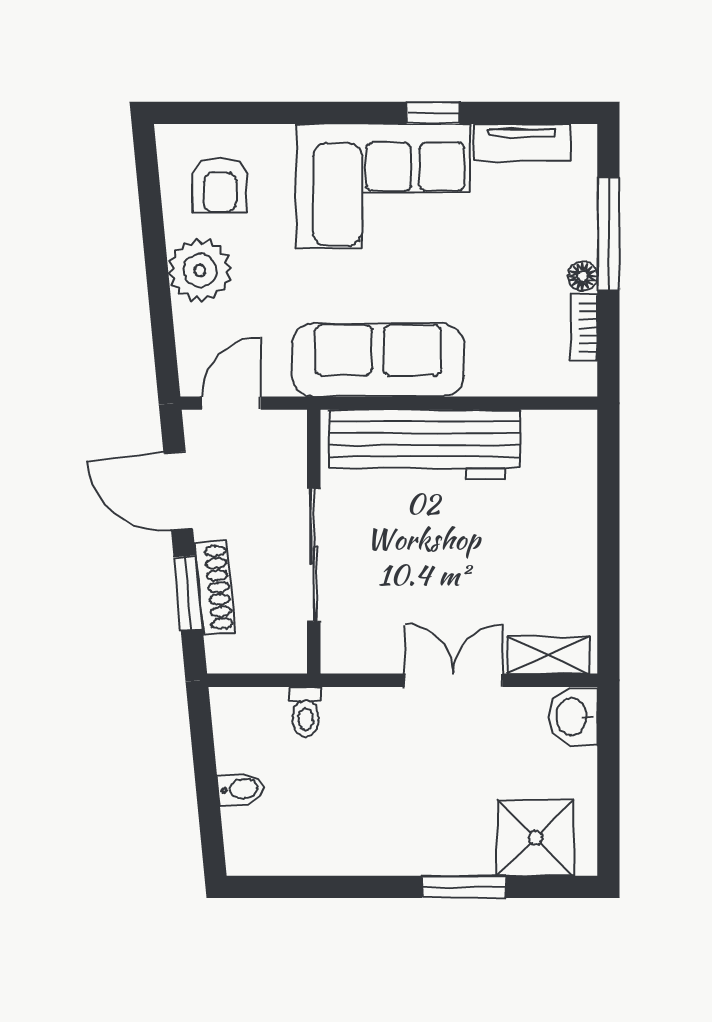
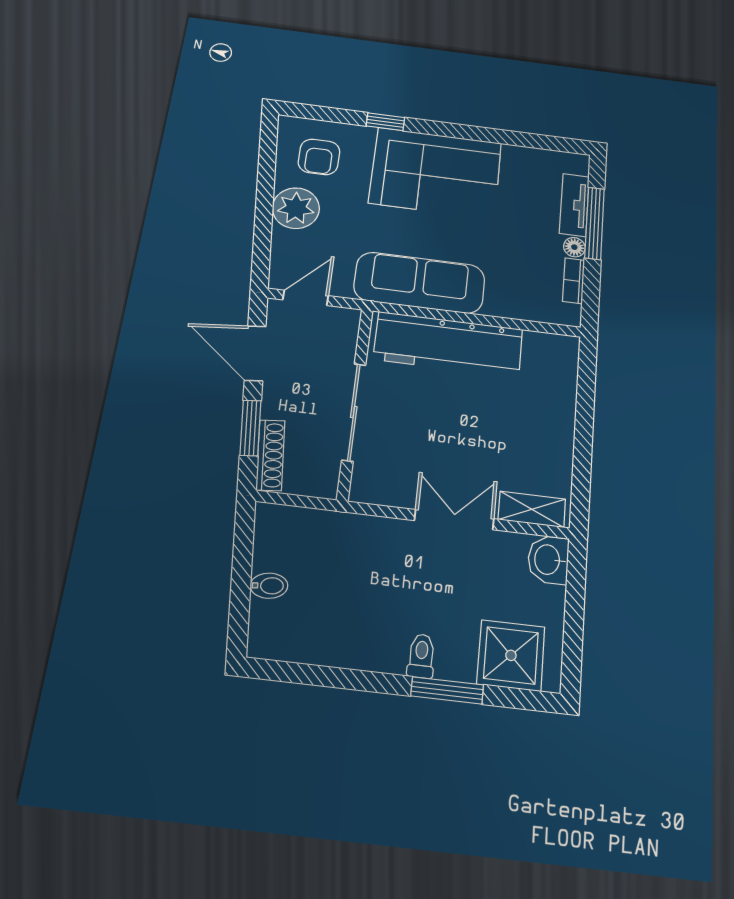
window: (433, 113) -> (385, 122), moved
tv unit: (522, 142) -> (574, 205), moved, turned 90
shoe rack: (214, 588) -> (270, 455), moved
toilet: (306, 712) -> (421, 656), moved, turned 180

